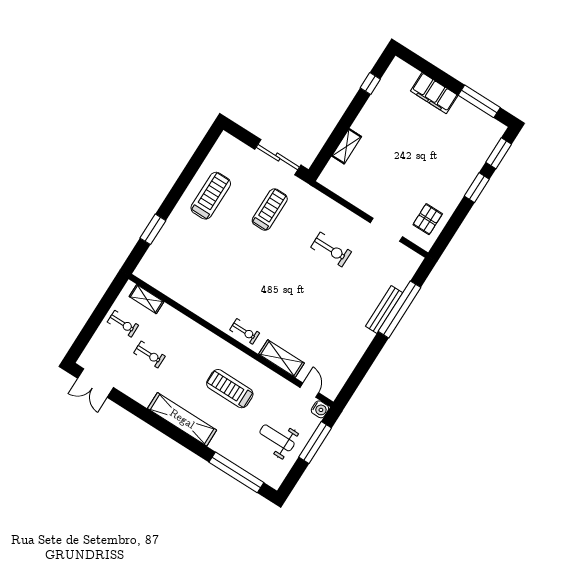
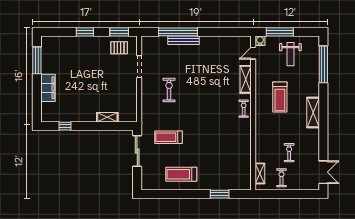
window: (499, 153) -> (119, 32), moved
shelving: (182, 419) -> (313, 112), width x0.68

